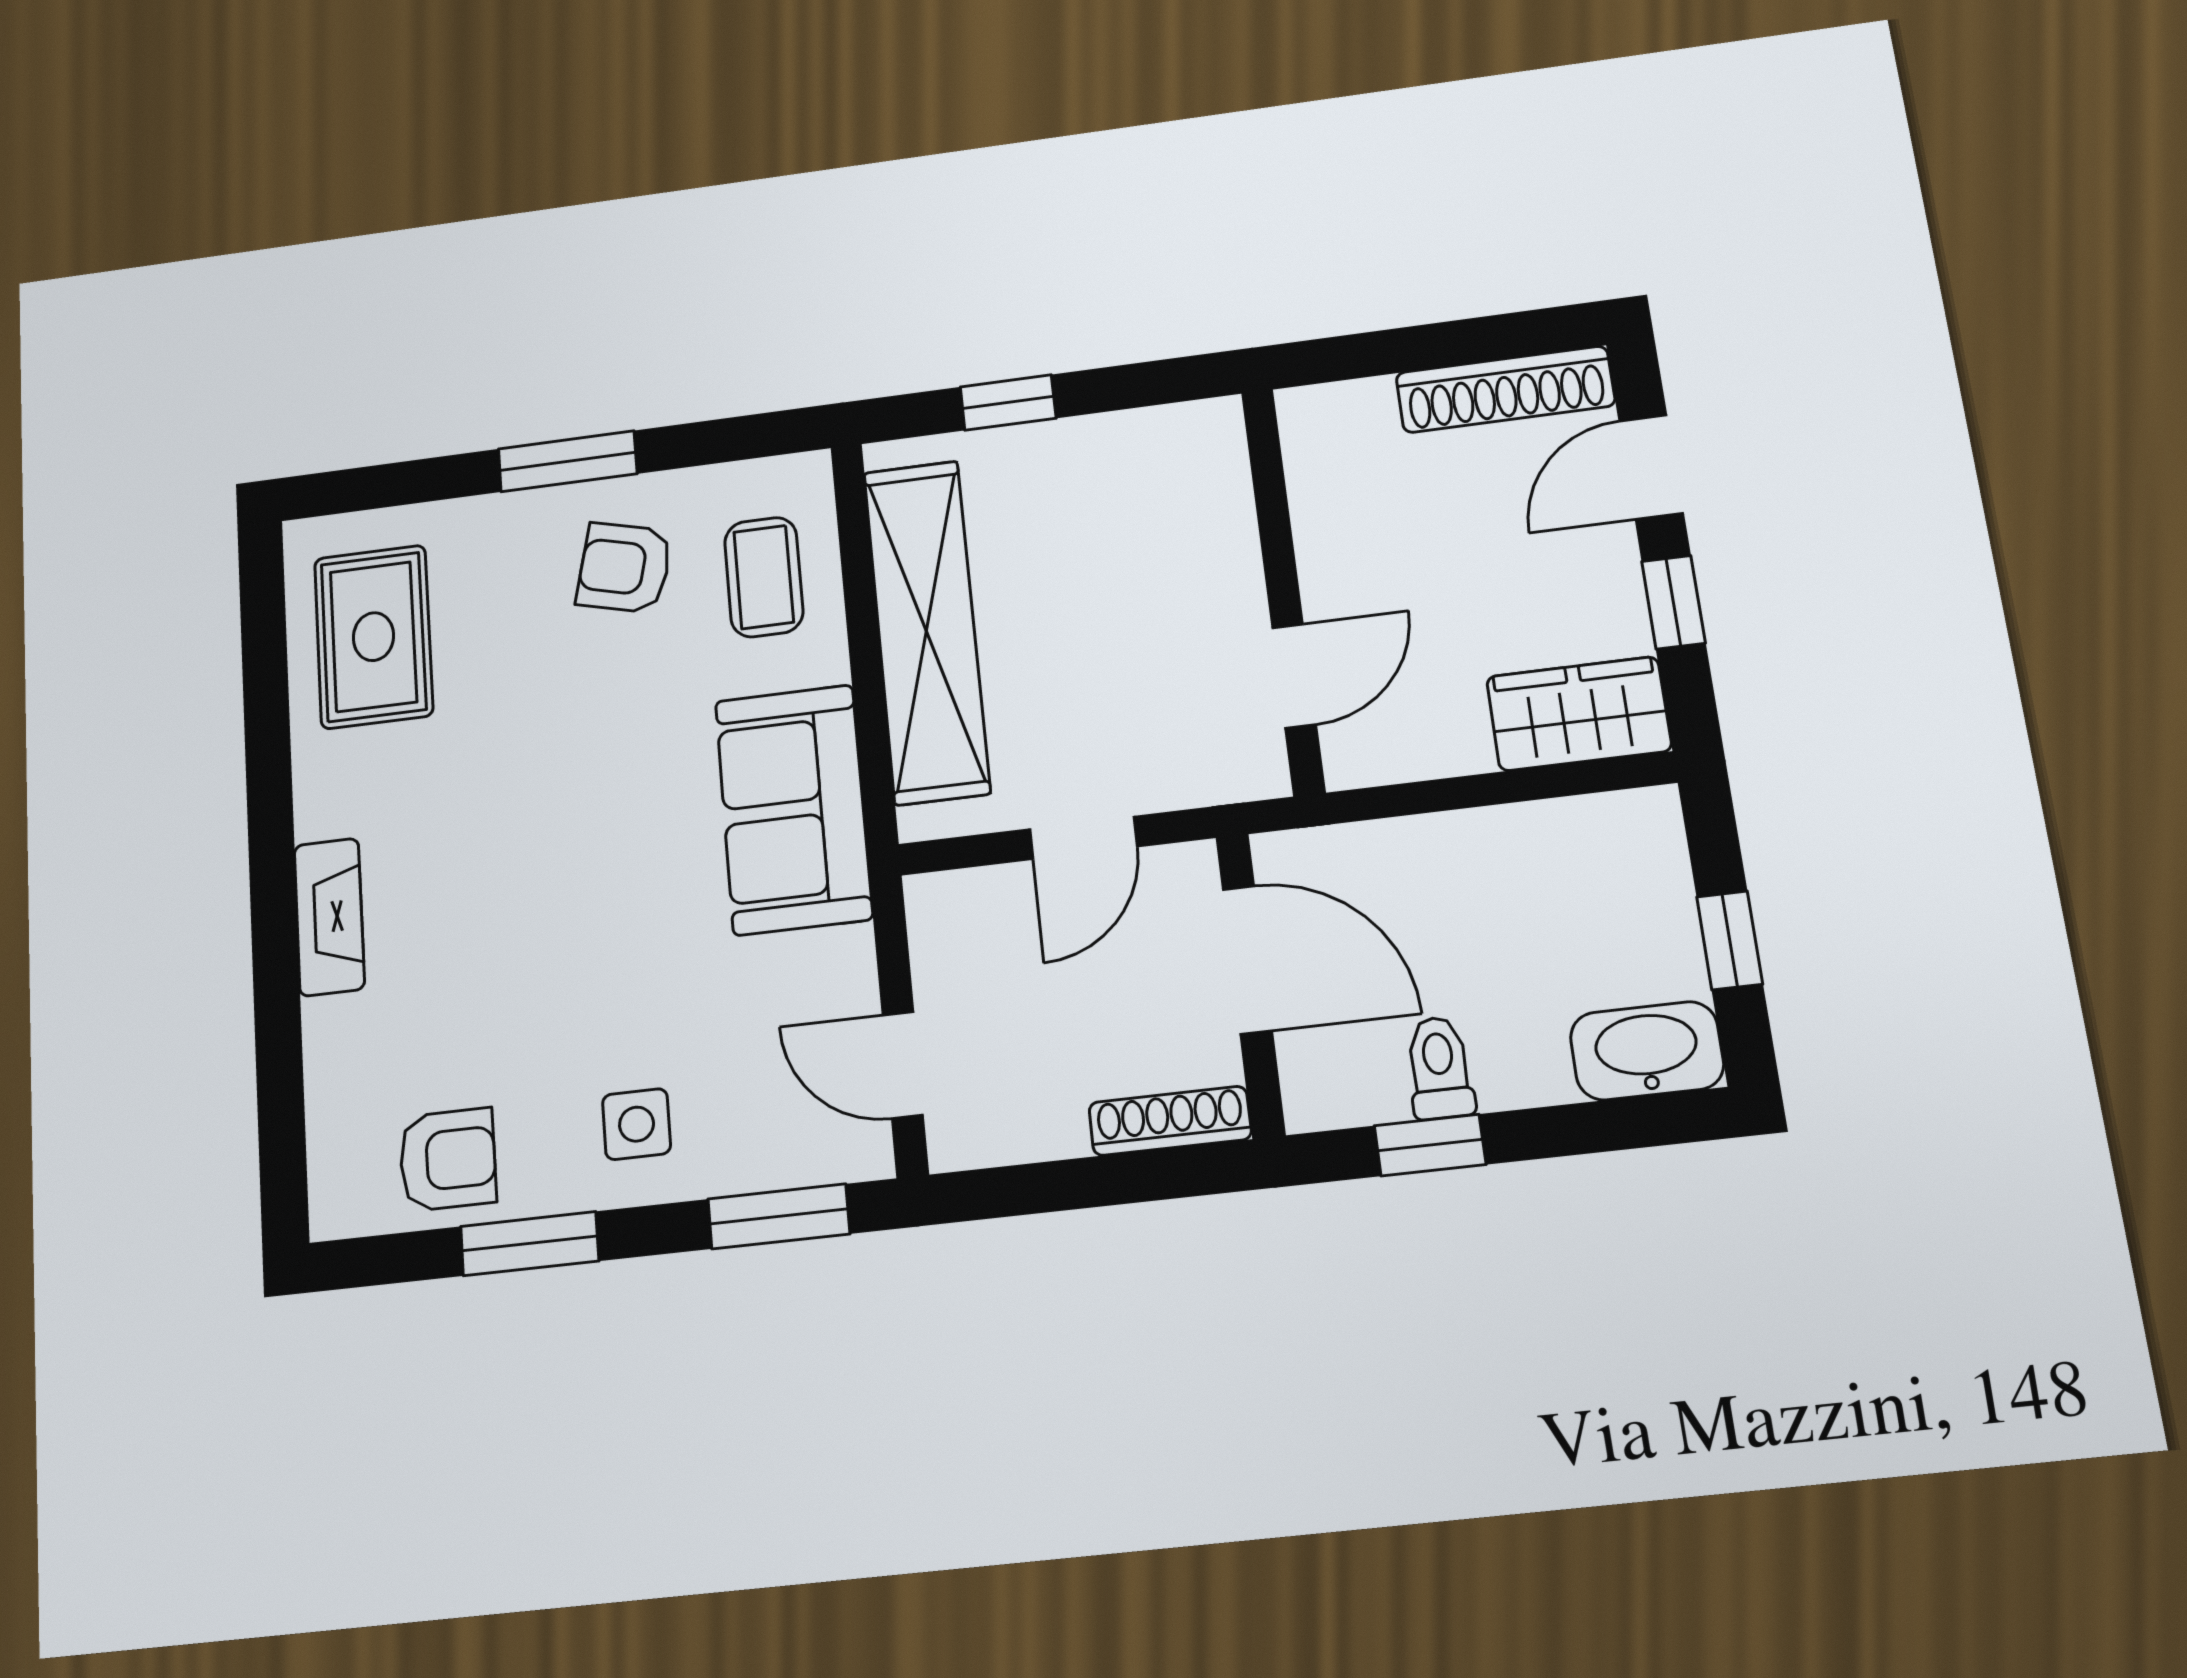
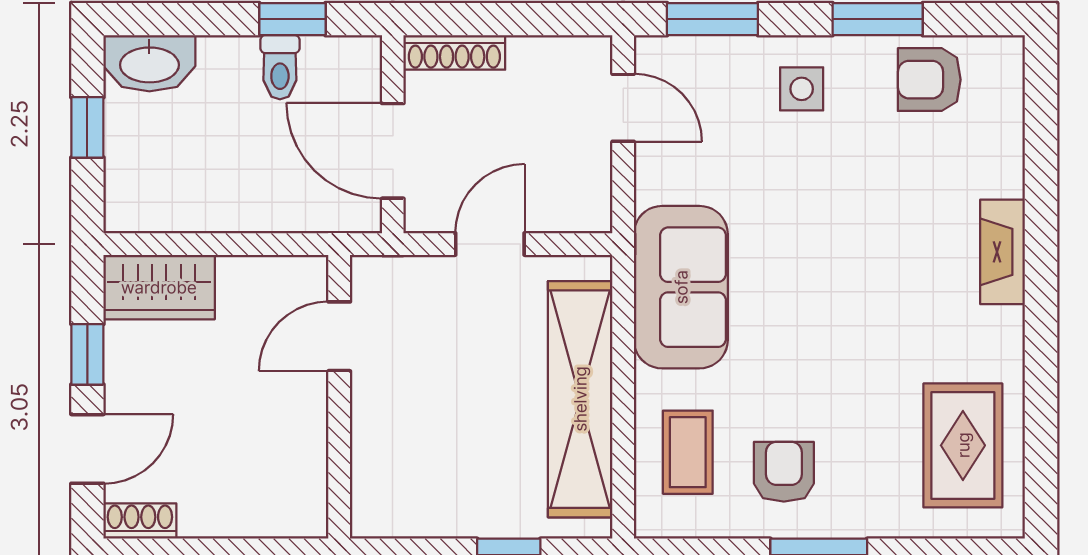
shoe rack: (1505, 389) -> (140, 521), width x0.51, depth x0.81
armchair: (624, 568) -> (784, 472), turned -104

